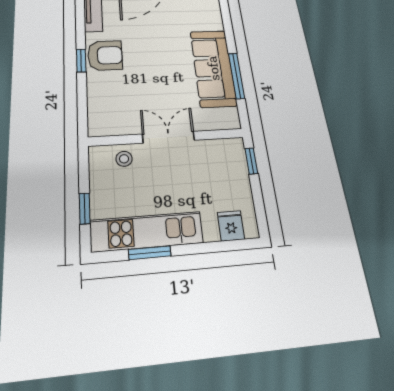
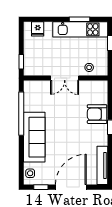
armchair: (105, 55) -> (97, 114), moved
sofa: (213, 68) -> (34, 137), moved
window: (236, 76) -> (21, 114), width x1.46

